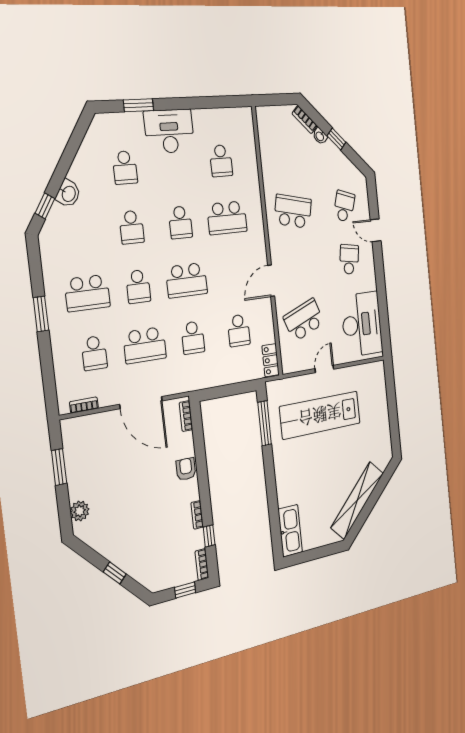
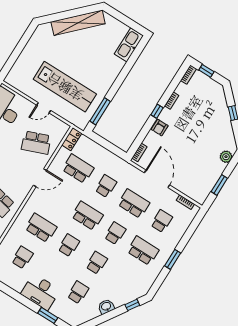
washbasin: (68, 194) -> (106, 307), moved
school desk: (239, 330) -> (78, 169), width x1.85
window: (209, 536) -> (157, 111), moved

